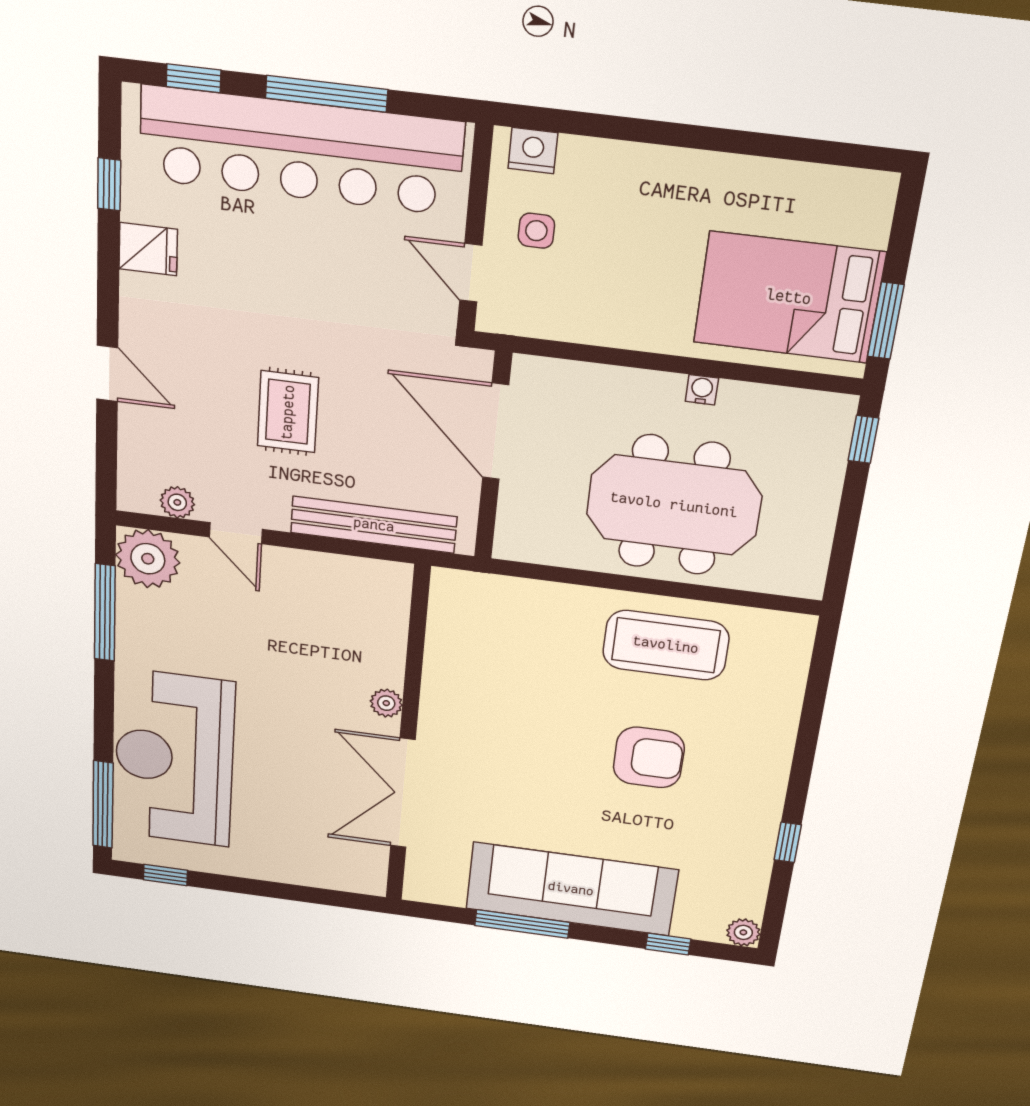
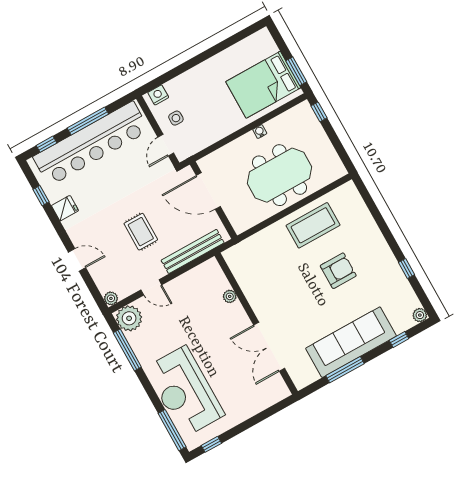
door: (471, 273) -> (166, 145), hinge flipped
plant: (177, 502) -> (111, 298), moved
plant: (386, 703) -> (230, 296), moved

